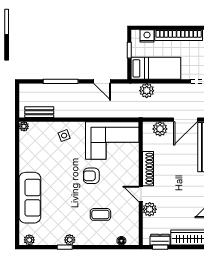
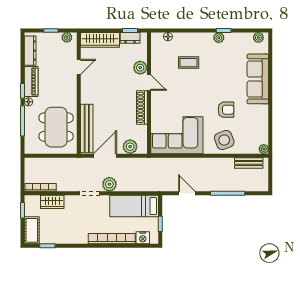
plant: (147, 91) -> (109, 184), moved
side table: (64, 136) -> (224, 140), width x1.87, depth x1.87
armchair: (91, 176) -> (226, 110), moved

